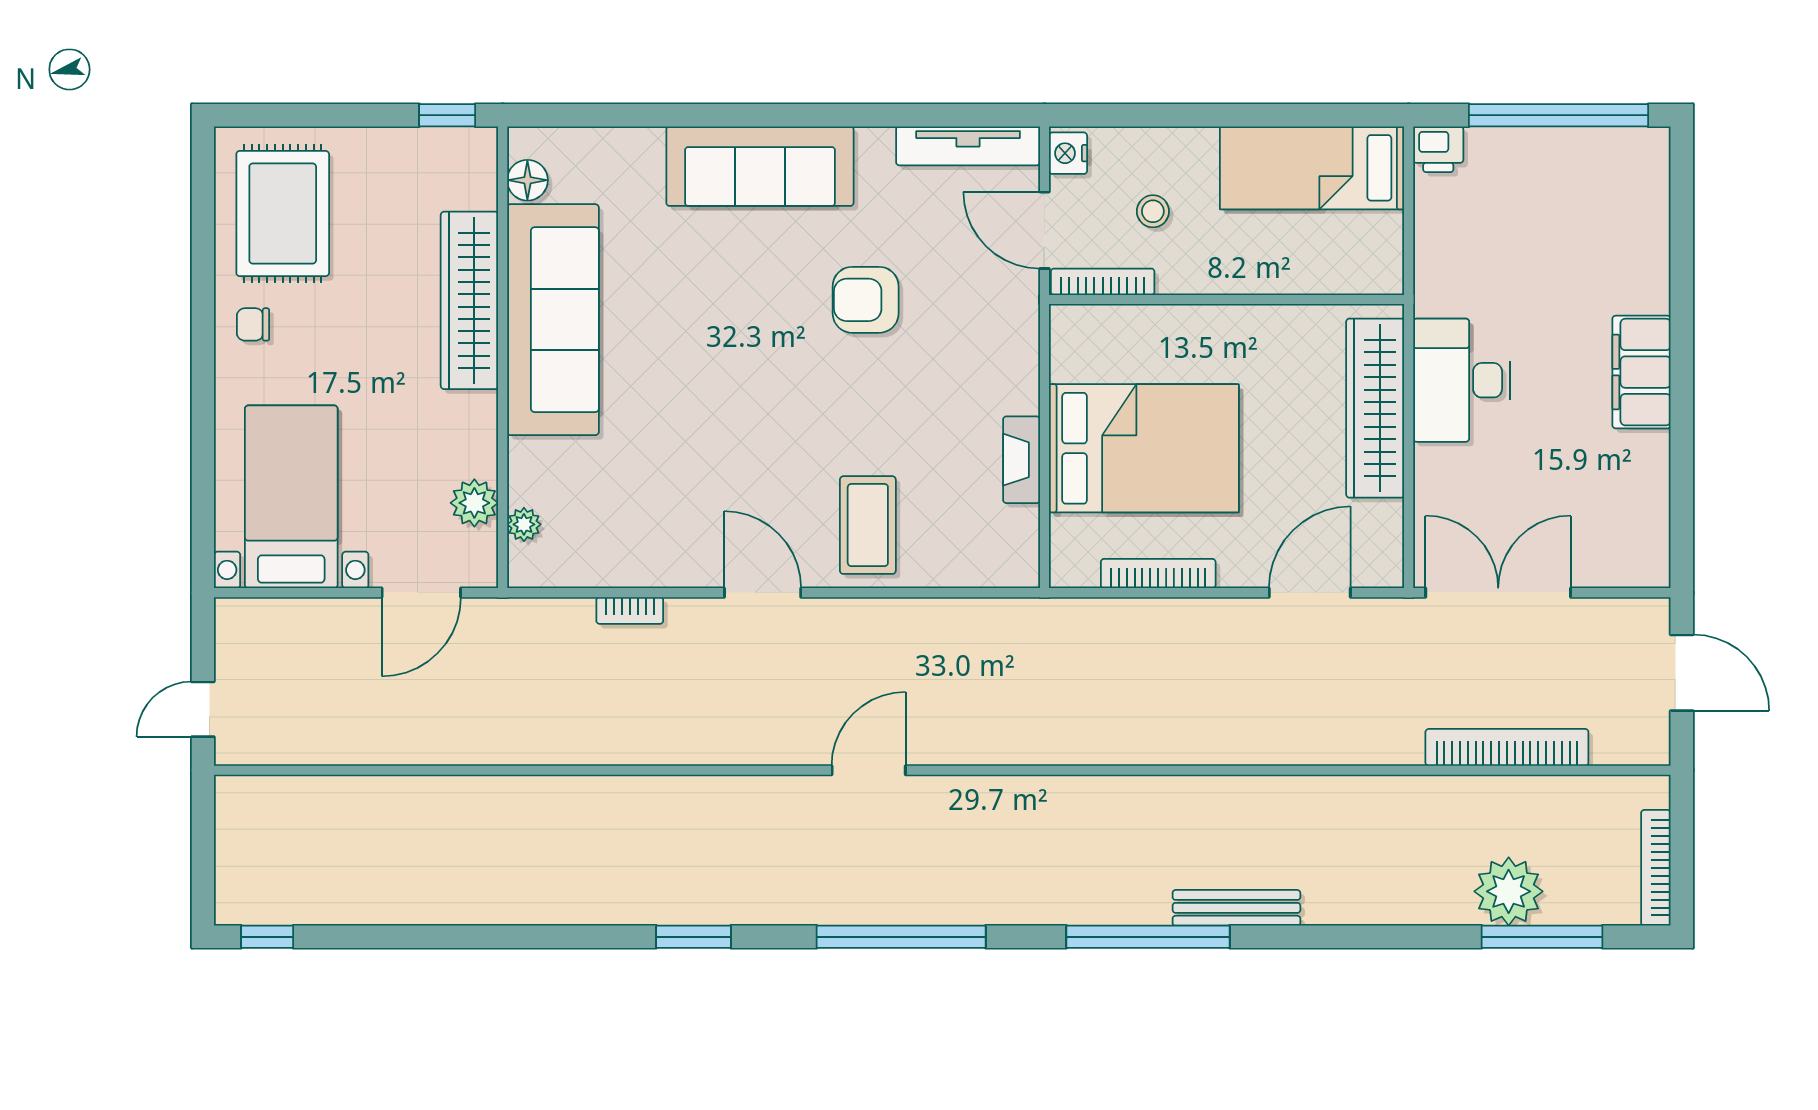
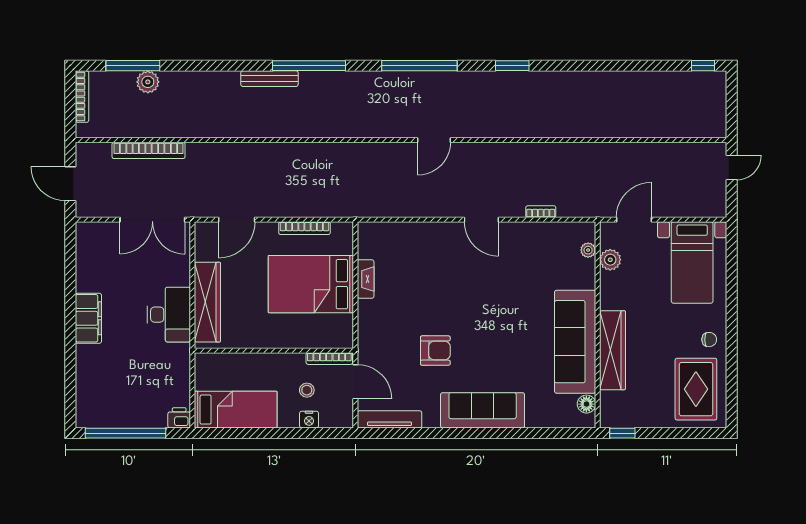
nightstand: (1068, 153) -> (309, 420), moved, turned 90
coffee table: (868, 525) -> (434, 250), removed
plant: (1509, 891) -> (148, 82), width x0.73, depth x0.73

